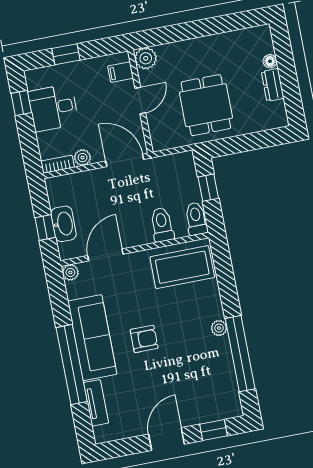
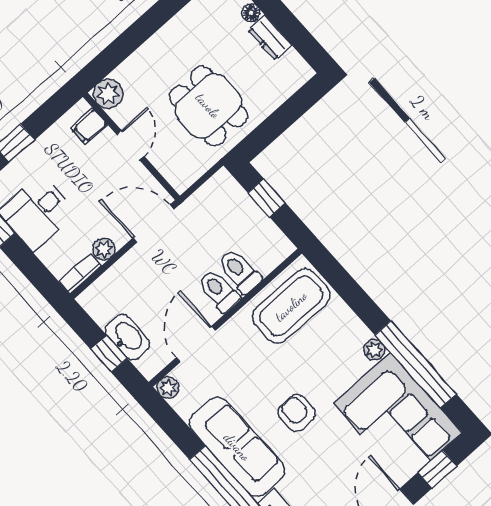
toilet: (196, 219) -> (219, 291), moved
armchair: (144, 339) -> (297, 413), turned -90
corner sofa: (208, 381) -> (398, 418), added

